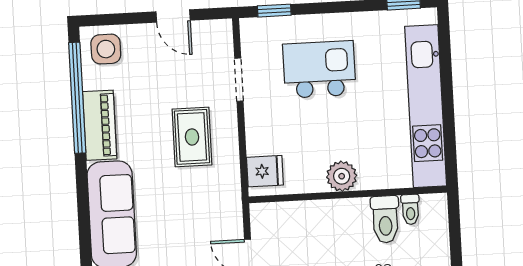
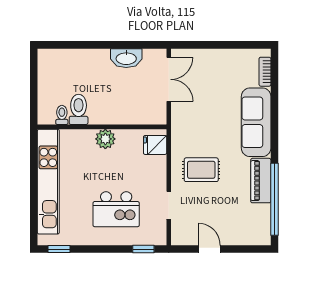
side table: (106, 49) -> (254, 230), removed
rug: (192, 137) -> (201, 170), turned 90

